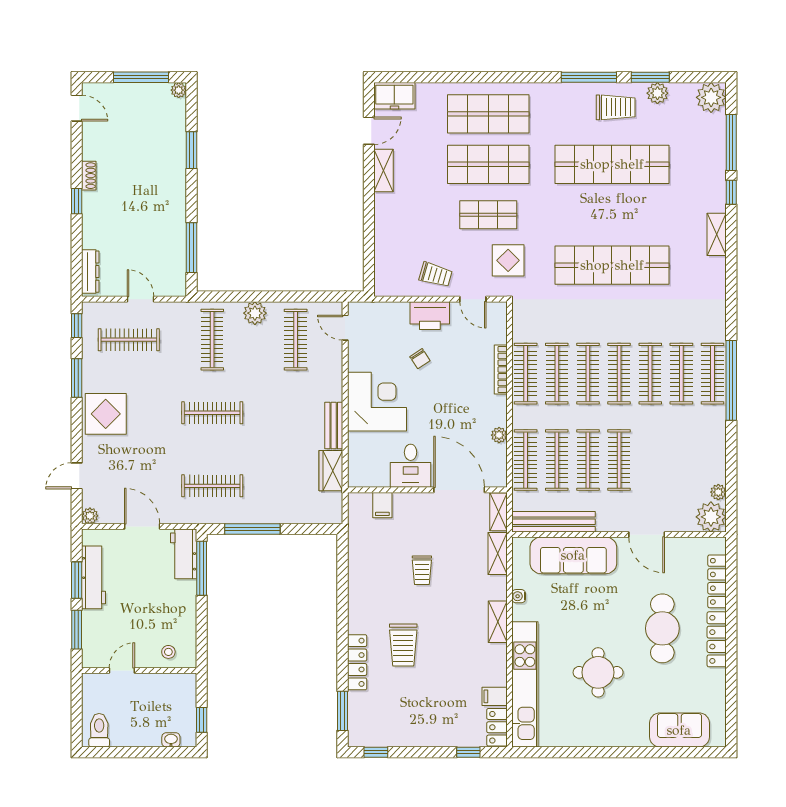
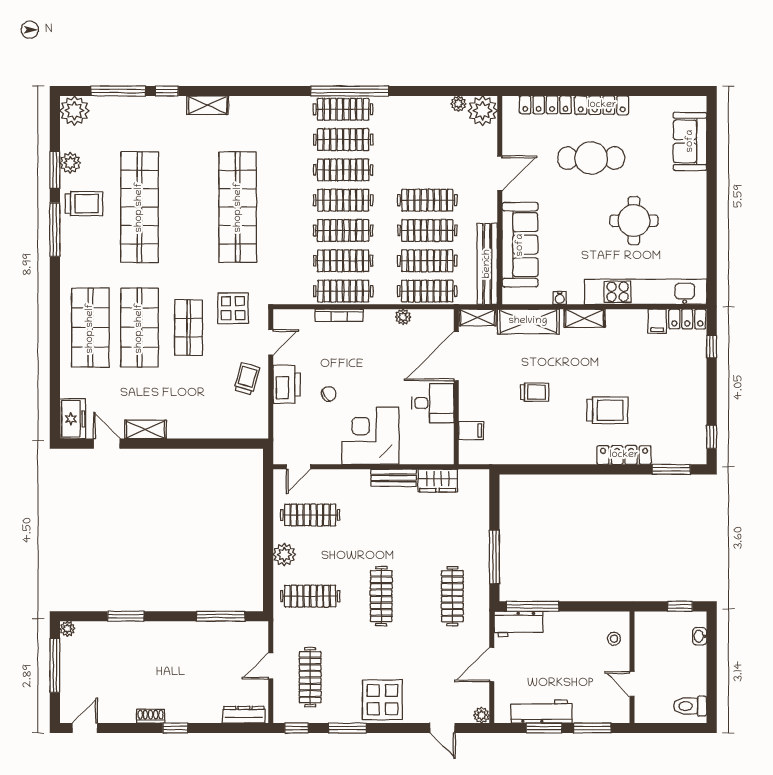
trolley: (616, 107) -> (84, 204), turned 90
shelving: (498, 553) -> (528, 321), width x1.50, depth x1.33

